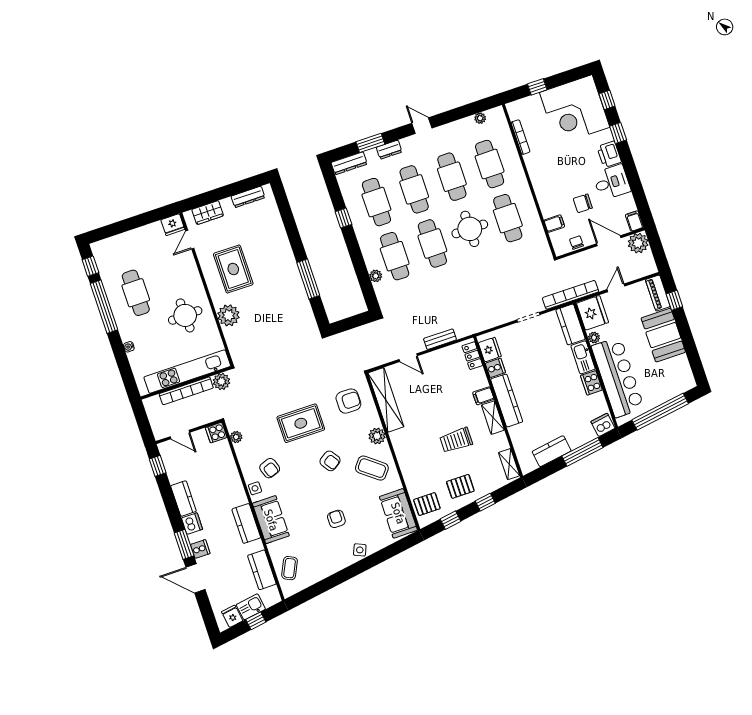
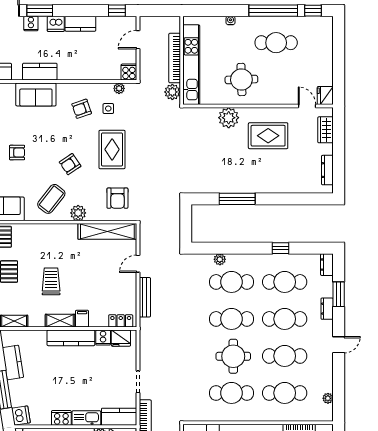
dresser: (349, 163) -> (327, 265), width x0.70
bench: (440, 339) -> (145, 297), width x1.36
side table: (255, 488) -> (108, 109), moved

